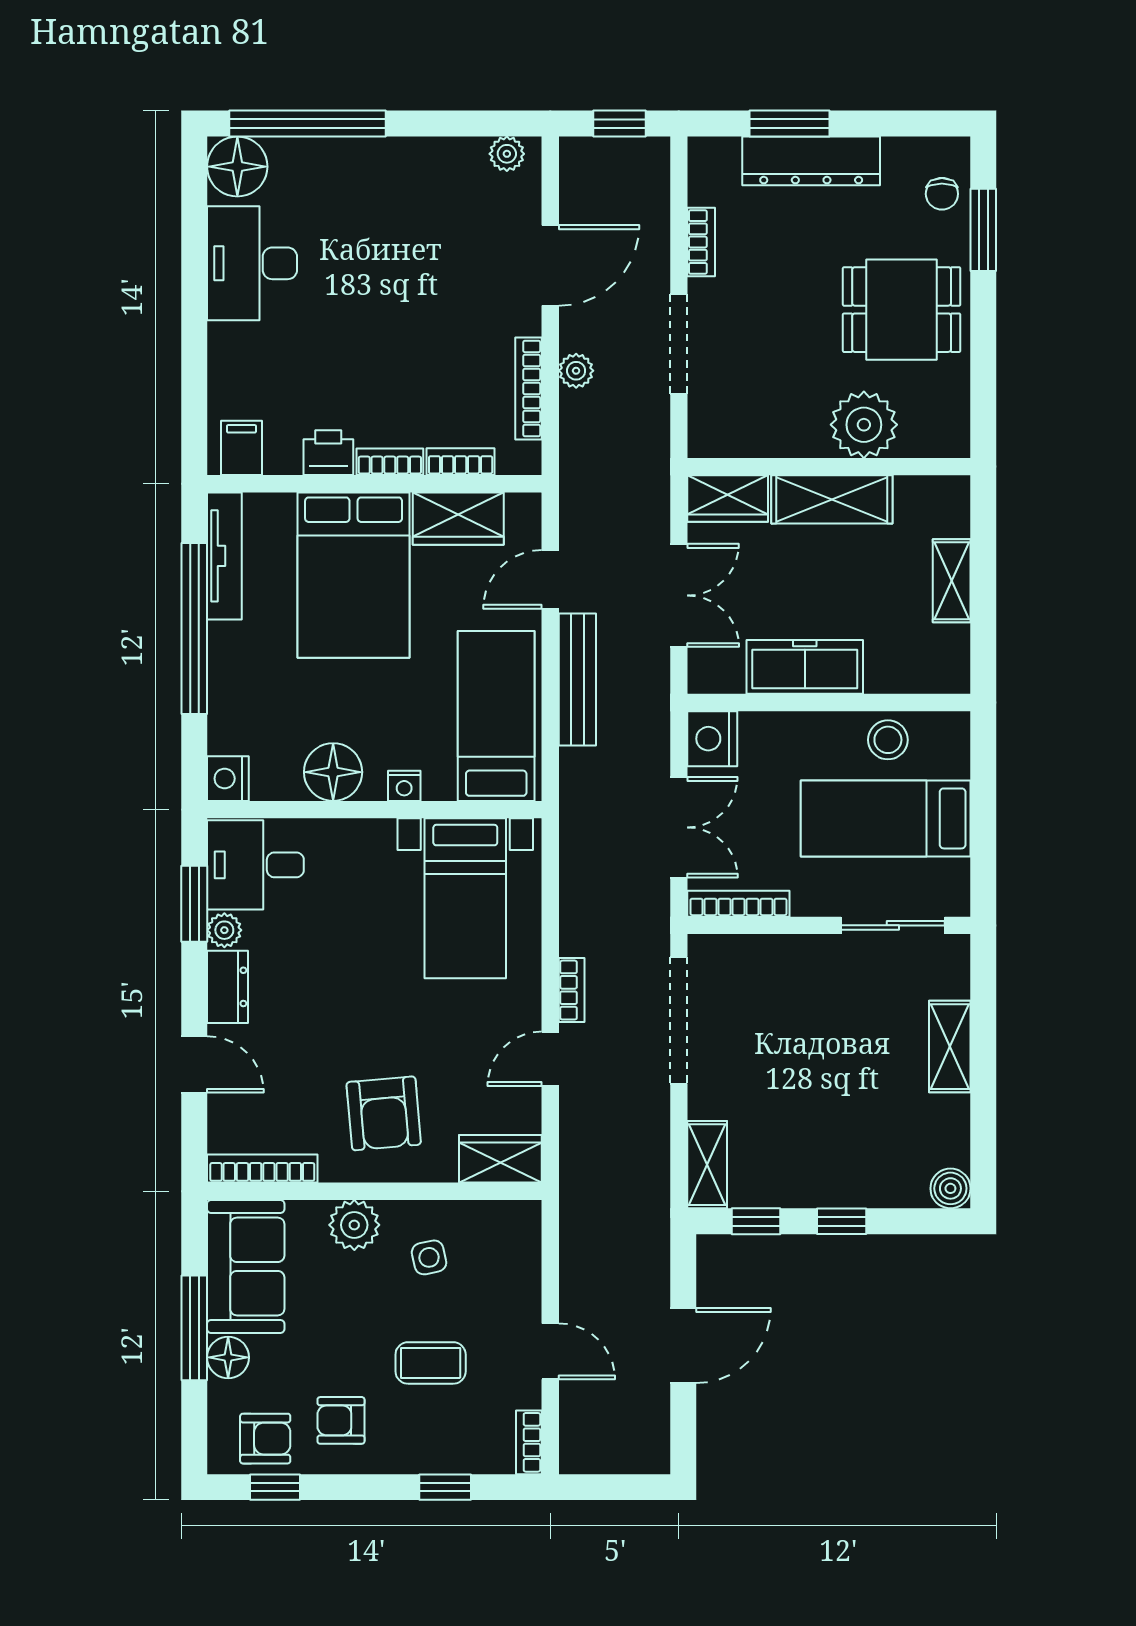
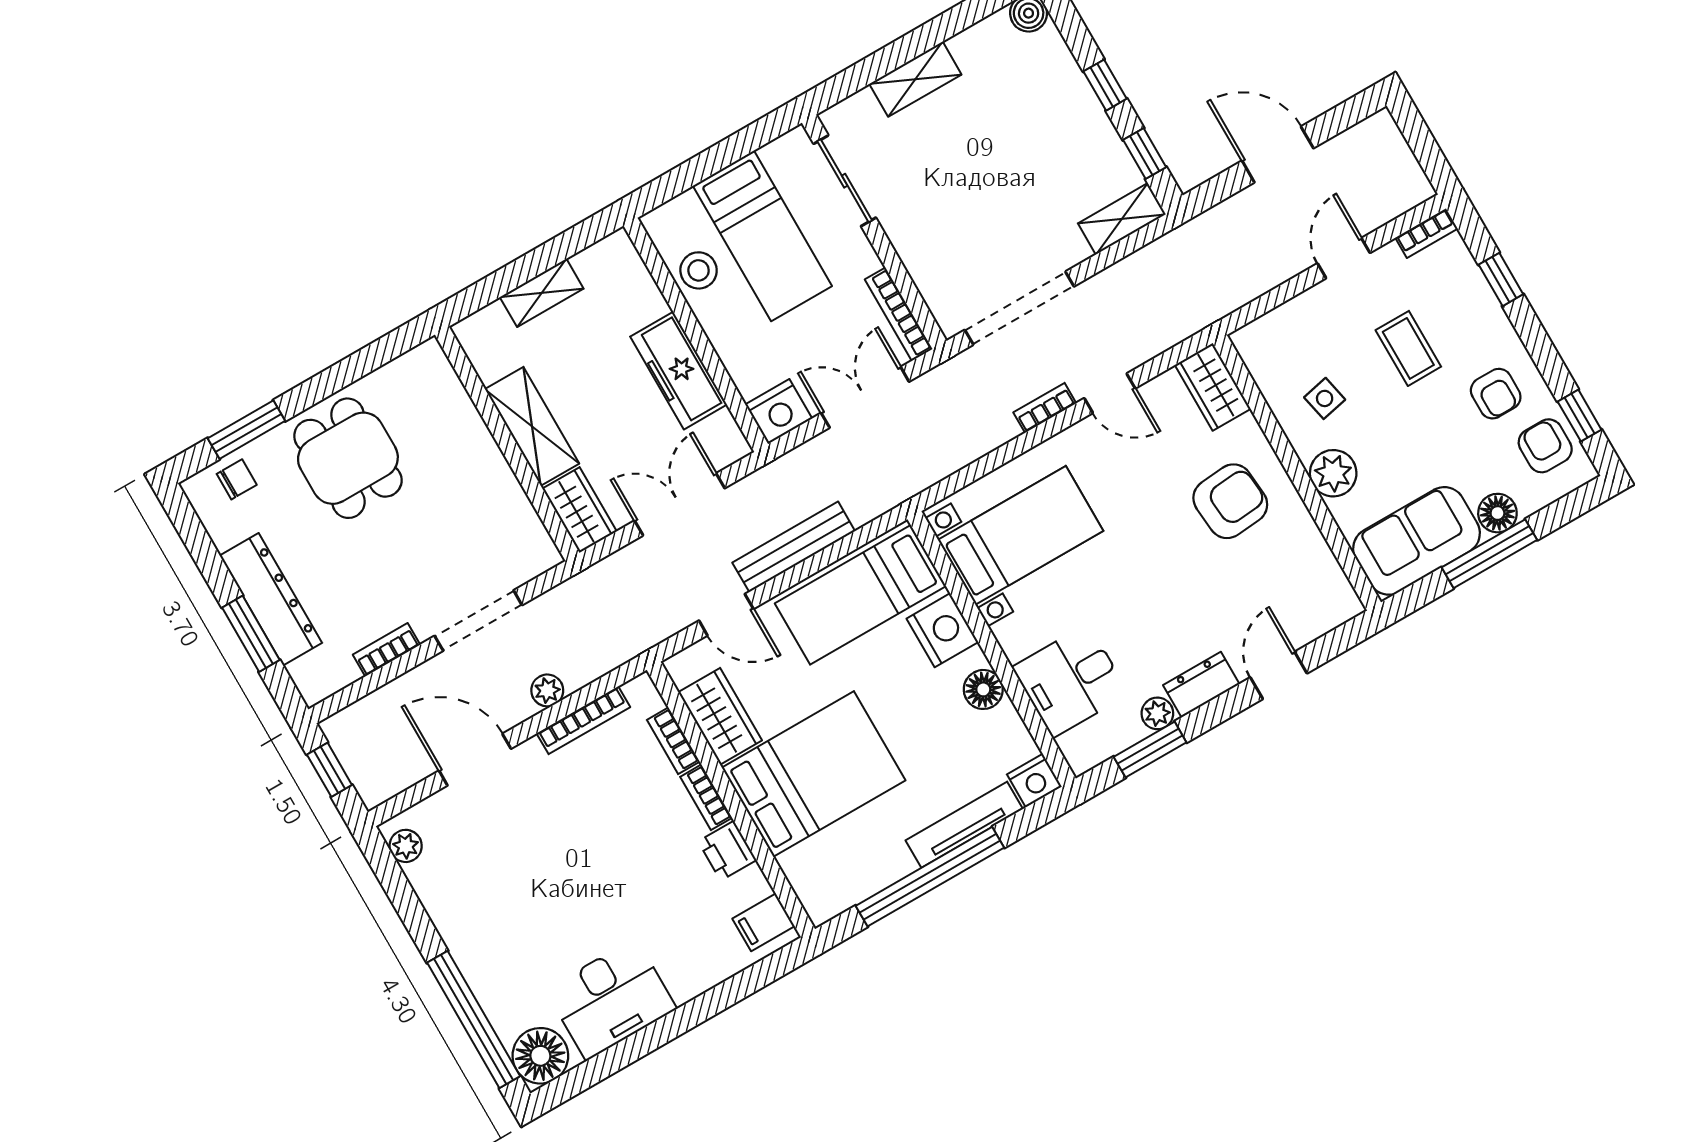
plant: (864, 425) -> (458, 435), removed
tv unit: (224, 556) -> (964, 825), moved
floor lamp: (333, 772) -> (983, 689), width x0.73, depth x0.73
nightstand: (404, 786) -> (942, 630), width x1.89, depth x1.79
desk: (255, 865) -> (1070, 681), moved, turned 90
bookcase: (262, 1169) -> (1331, 573), removed

